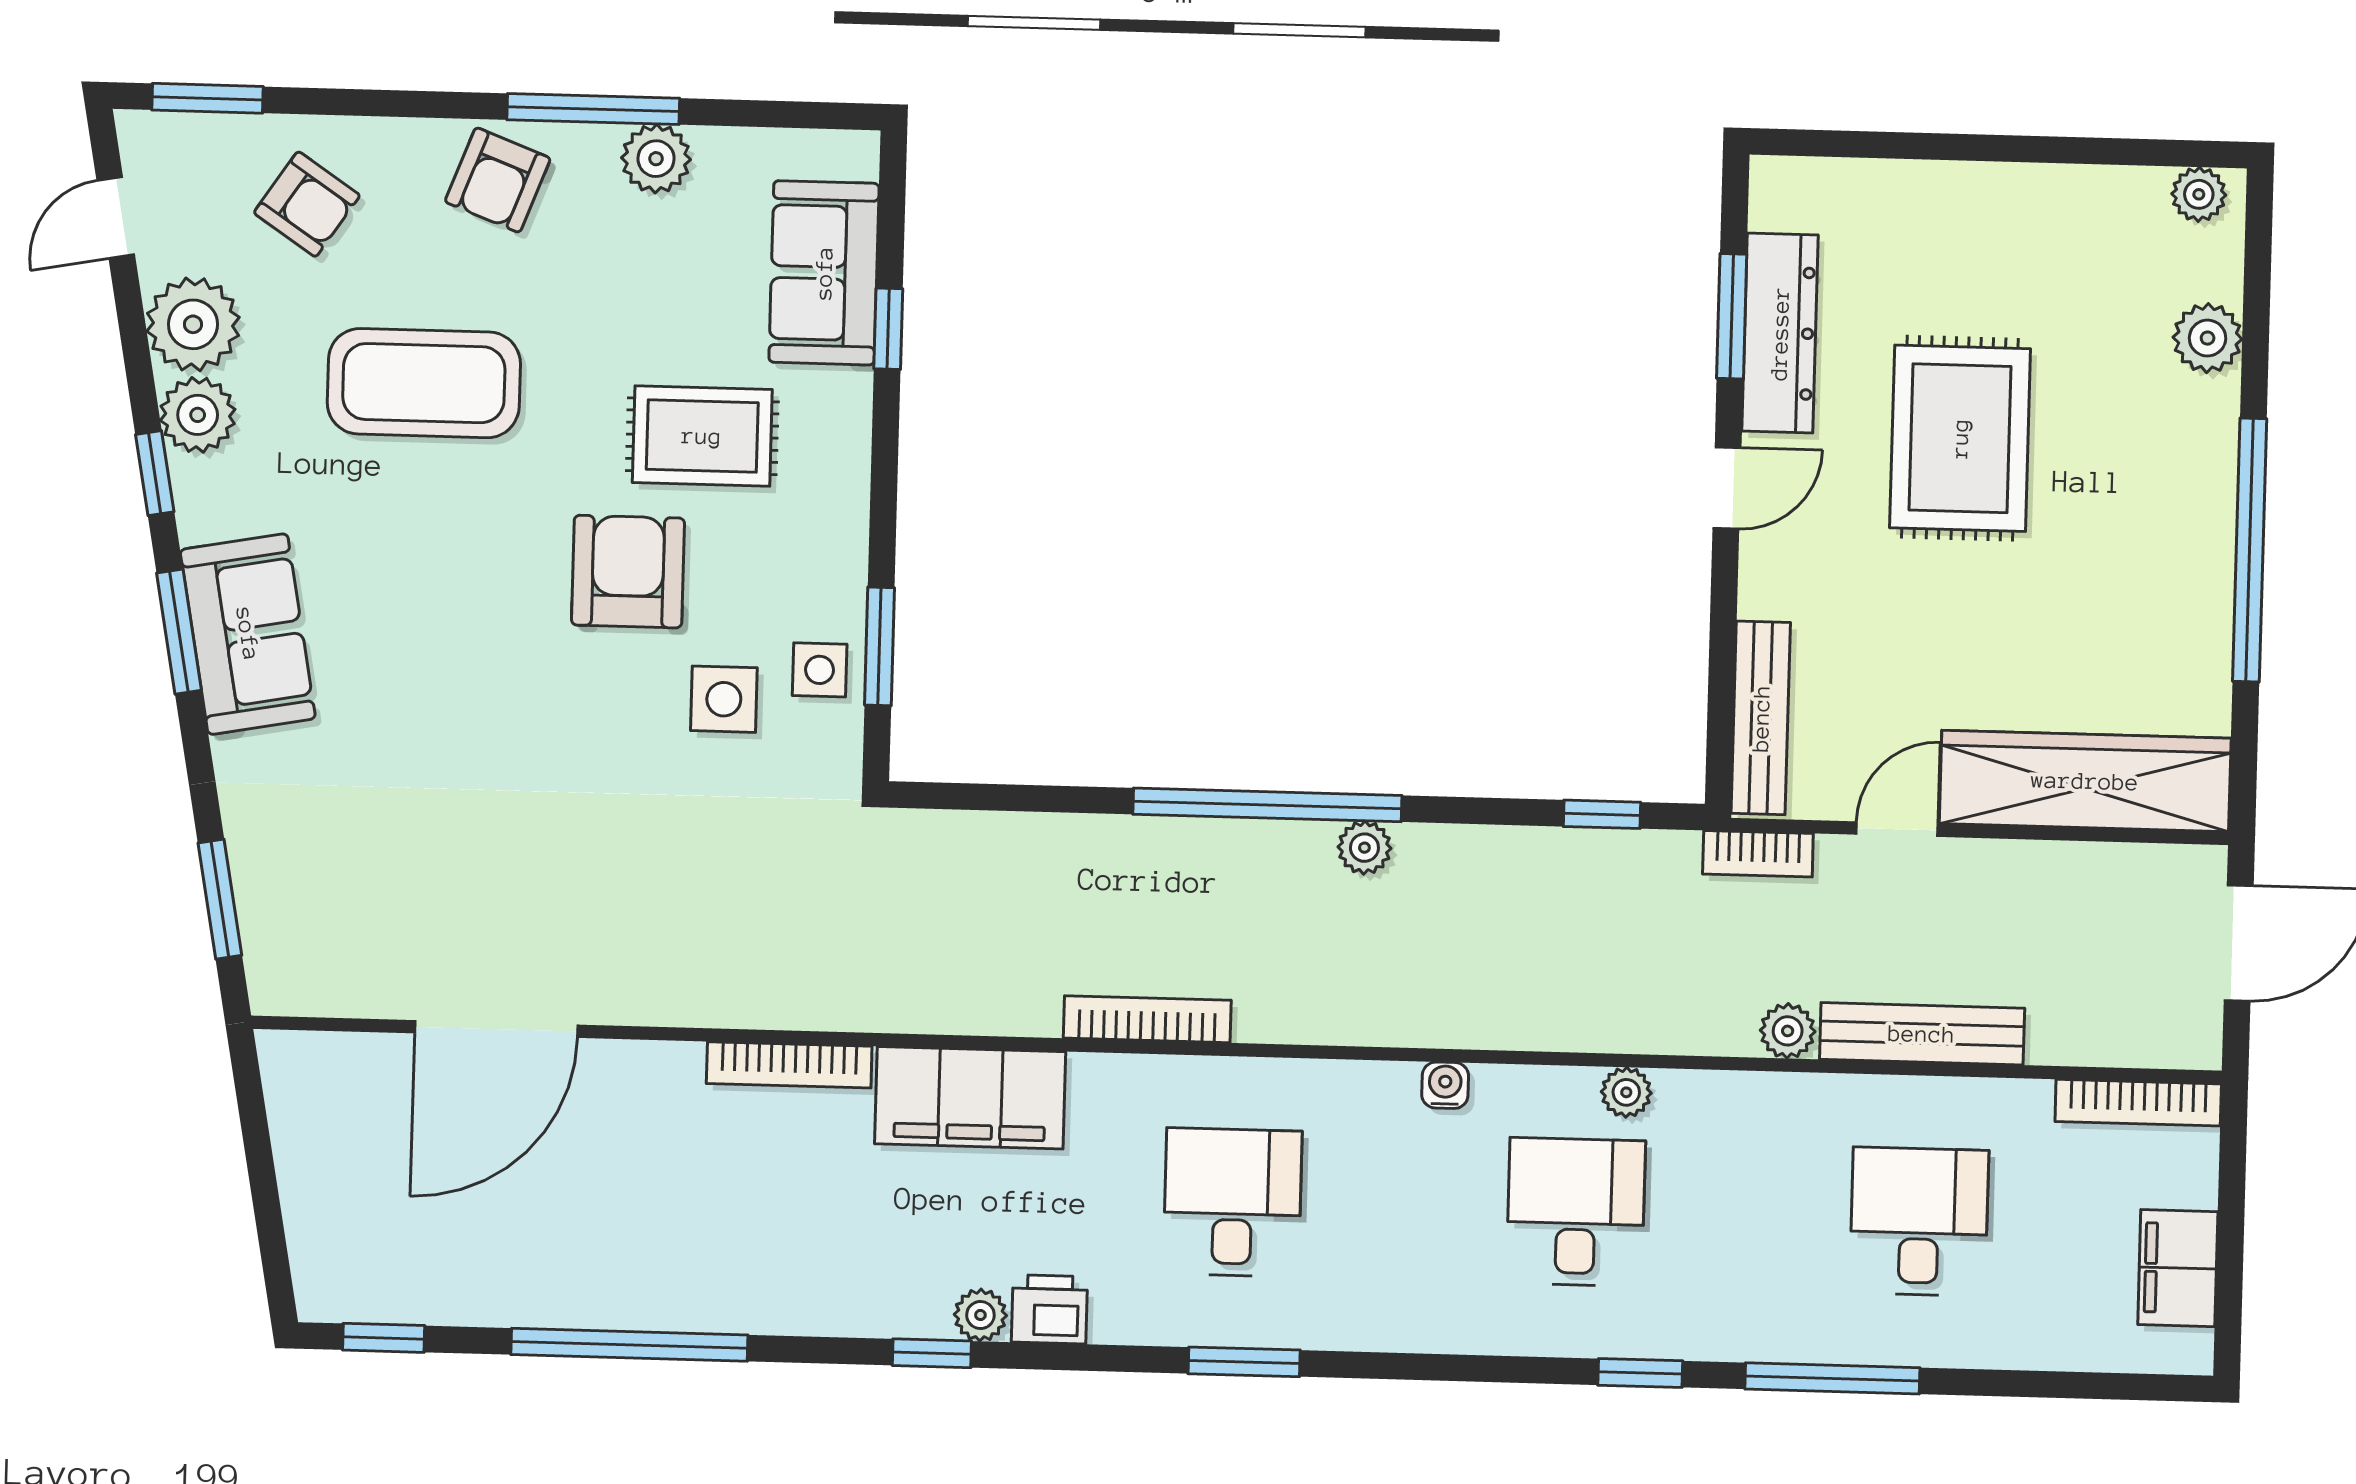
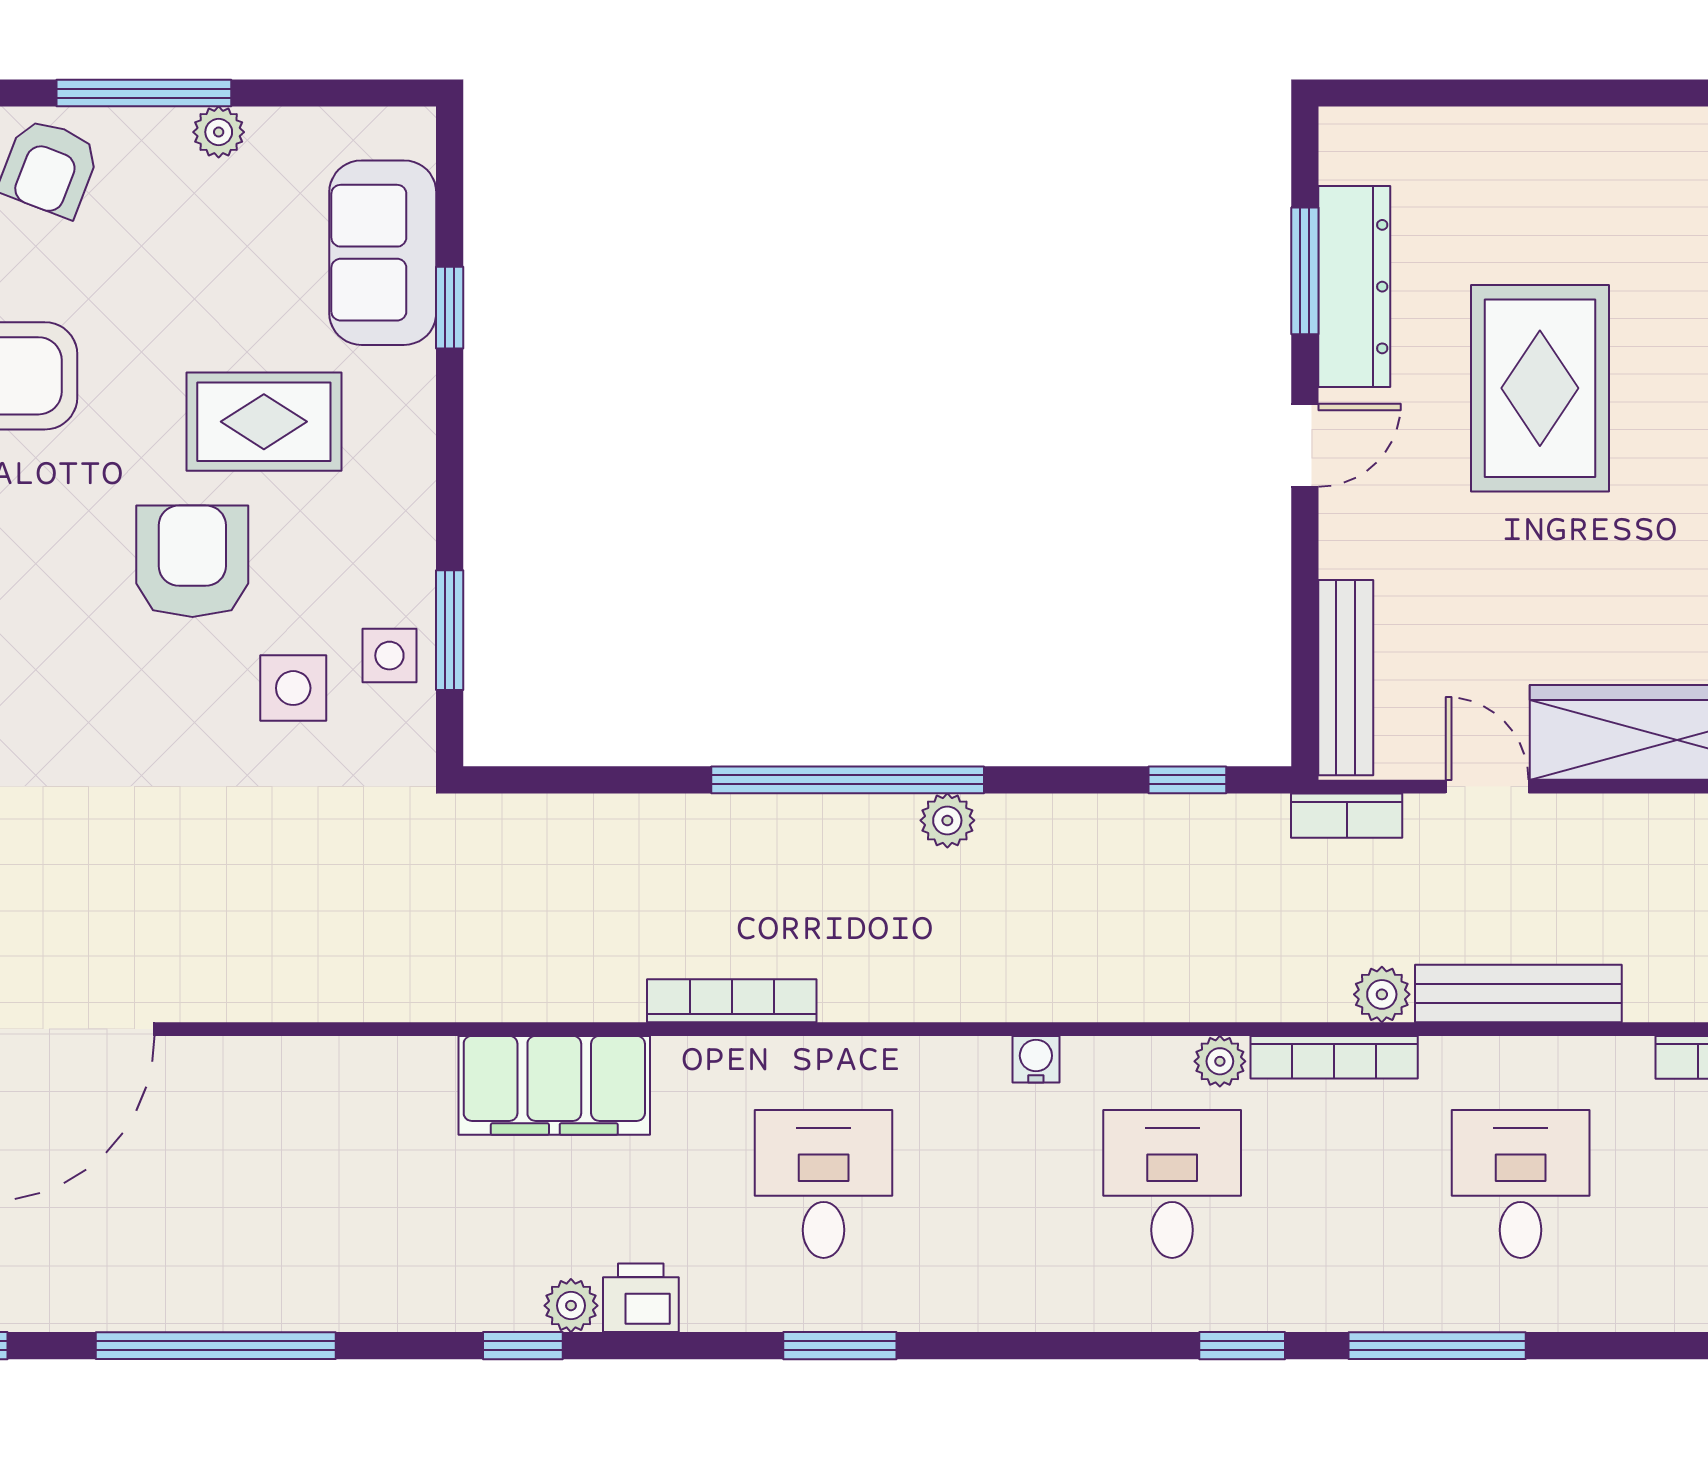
plant: (656, 159) -> (219, 132), width x0.73, depth x0.73
door: (1897, 829) -> (1487, 787), hinge flipped
bookcase: (789, 1065) -> (1334, 1057), moved

